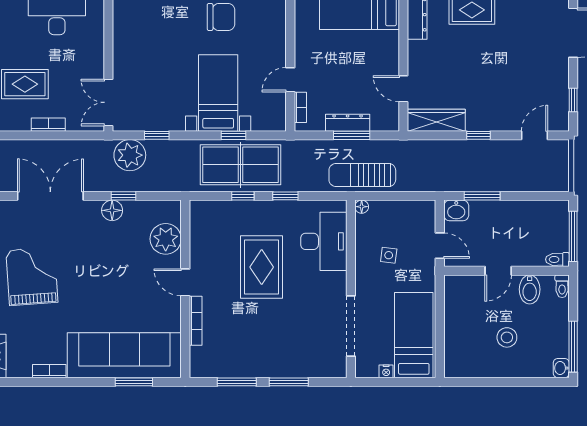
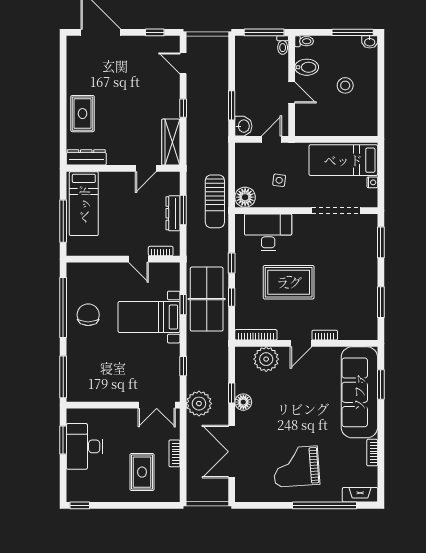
plant: (130, 155) -> (199, 404), moved
floor lamp: (362, 207) -> (245, 197), width x1.89, depth x1.89
bookcase: (196, 226) -> (256, 335), added
bookcase: (196, 321) -> (325, 335), width x0.64
window: (289, 382) -> (381, 242), moved

